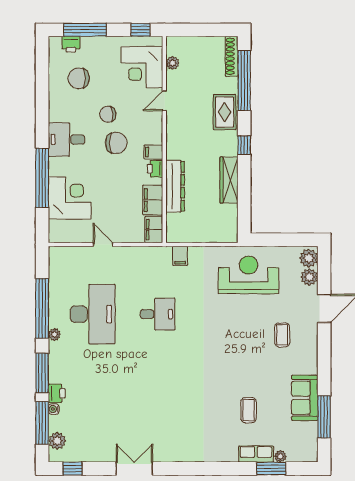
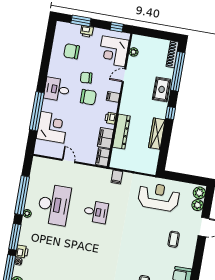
window: (85, 30) -> (81, 21), width x0.69
printer: (71, 44) -> (87, 31), moved
filing cabinet: (153, 152) -> (113, 97), moved

